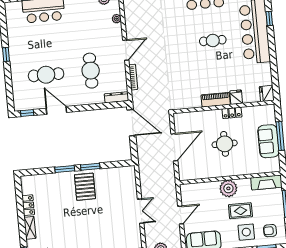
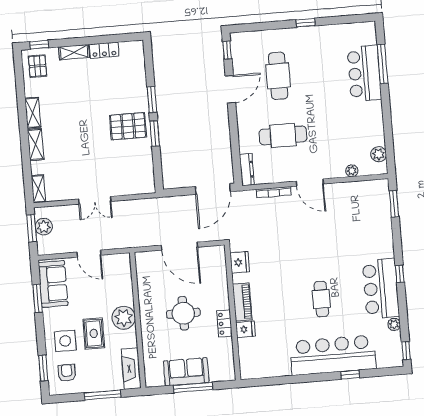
fridge: (267, 93) -> (240, 262), moved, turned 90

